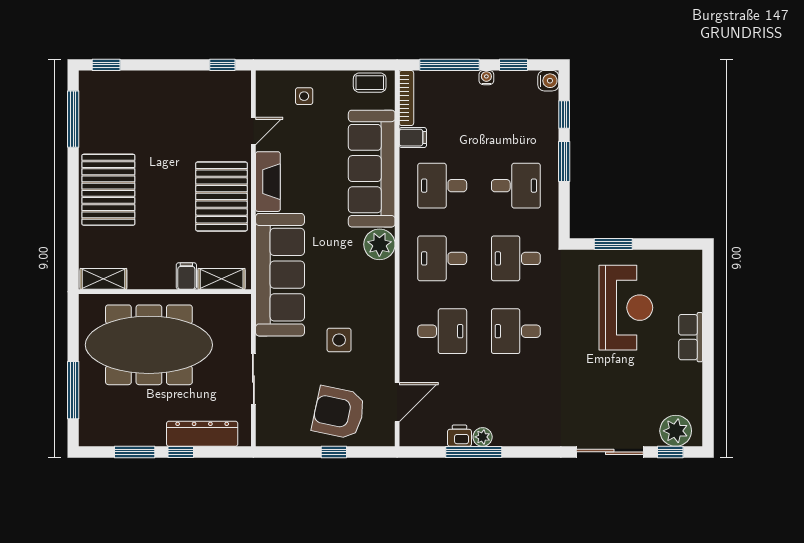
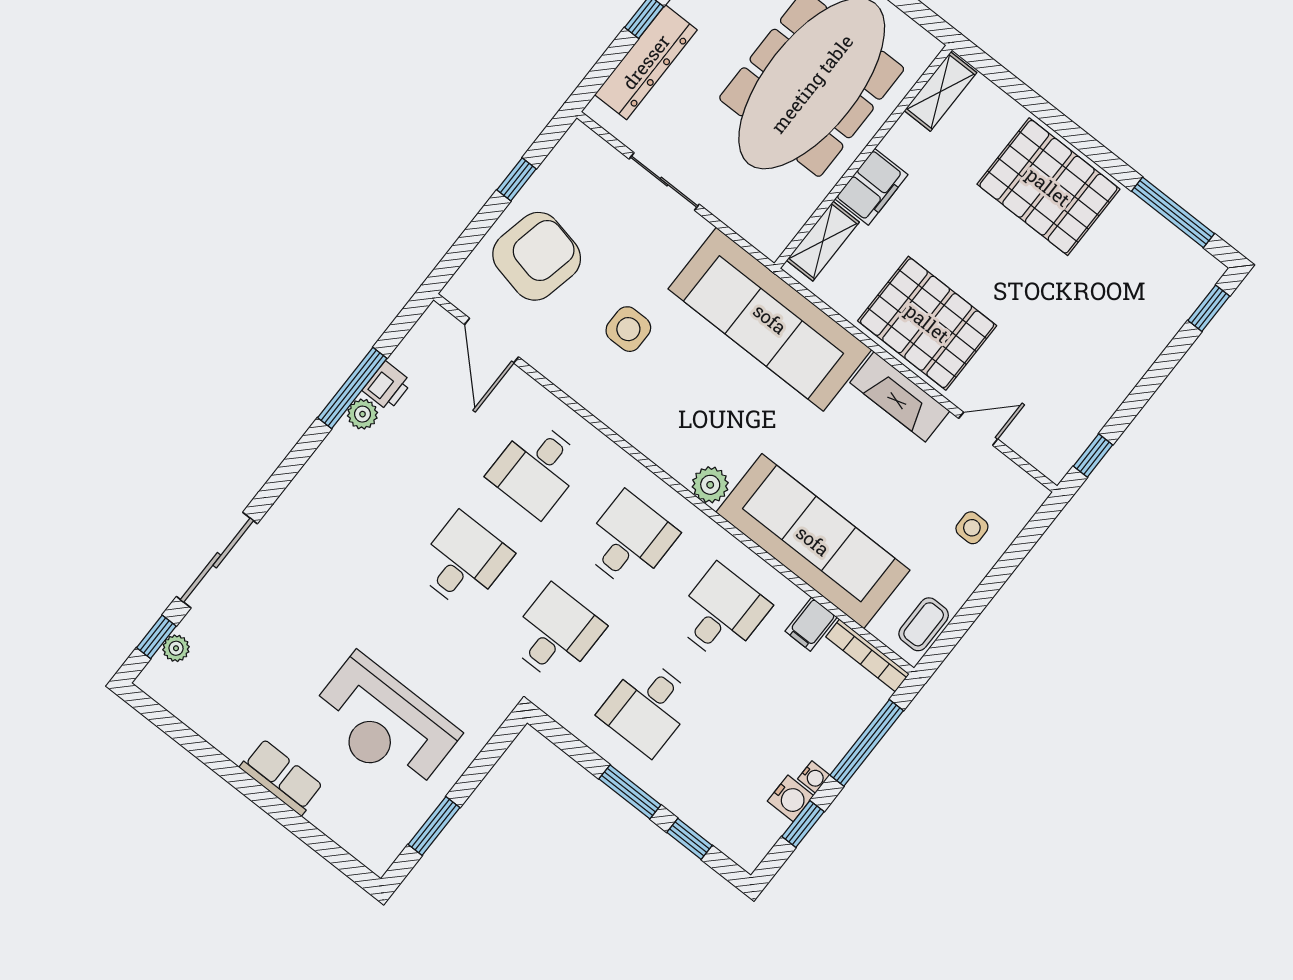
water cooler: (548, 81) -> (791, 798), moved, turned -90
door: (253, 131) -> (978, 429), swing flipped
plant: (379, 244) -> (710, 485), width x0.73, depth x0.73
window: (613, 244) -> (434, 826), moved
filing cabinet: (186, 276) -> (871, 187), width x2.00
plant: (676, 431) -> (176, 648), width x0.53, depth x0.53
window: (334, 452) -> (517, 179), moved

